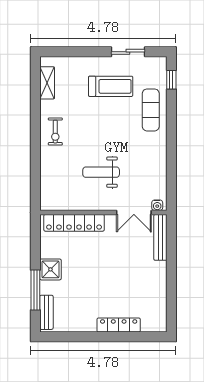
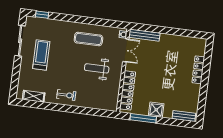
sliding door: (128, 52) -> (20, 41), width x1.37
exercise mat: (151, 110) -> (88, 39), moved
weight bench: (101, 172) -> (97, 68), turned 90
window: (35, 290) -> (143, 118), moved

